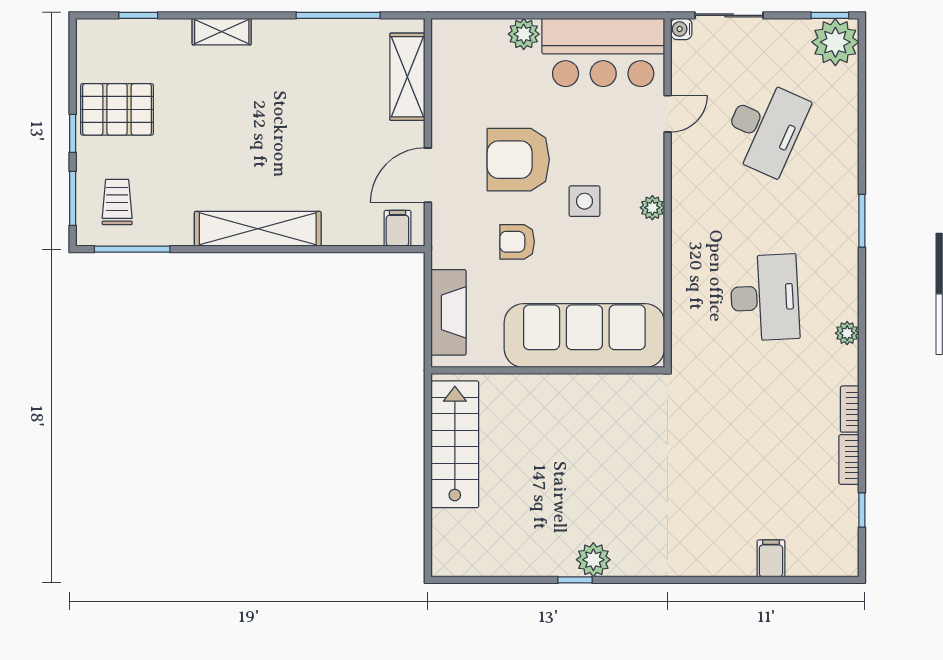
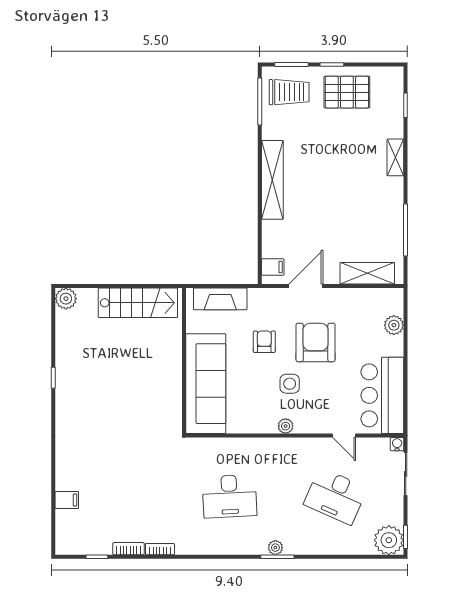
plant: (524, 34) -> (394, 325), moved
pallet: (117, 109) -> (347, 92), turned 90
door: (428, 175) -> (306, 286), hinge flipped
trolley: (117, 202) -> (289, 92), width x1.36, depth x1.39
plant: (847, 333) -> (275, 548), moved
plant: (593, 560) -> (66, 299), moved

